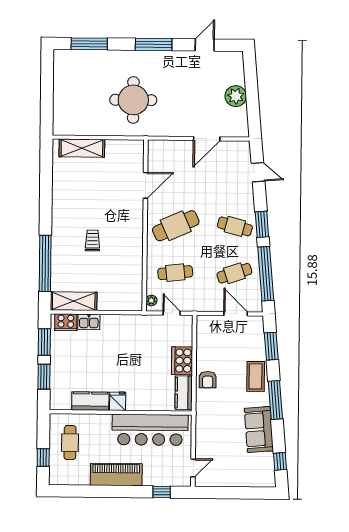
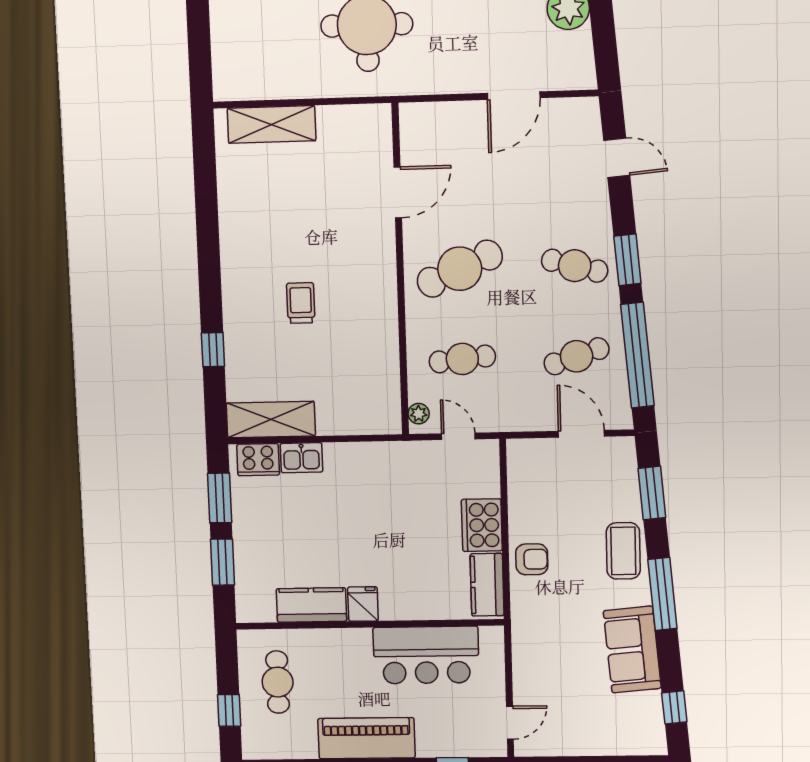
window: (45, 263) -> (213, 350), width x0.32
armchair: (208, 380) -> (532, 559), turned -90
bar counter: (150, 430) -> (426, 655), width x0.73

